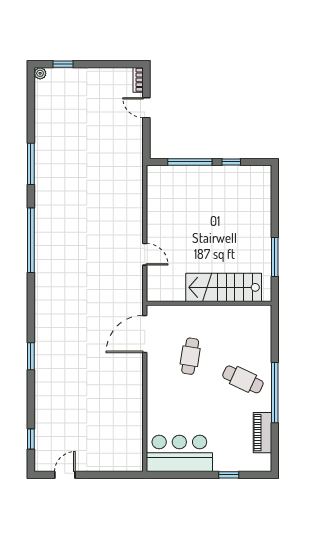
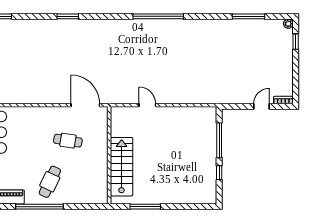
window: (31, 164) -> (249, 16), moved
door: (145, 254) -> (147, 105), swing flipped

